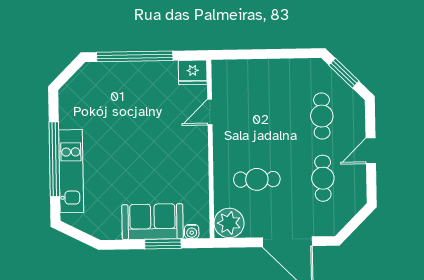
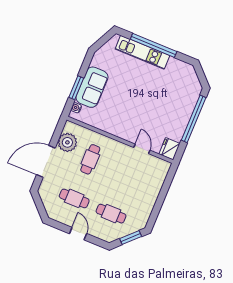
plant: (229, 223) -> (67, 142), moved

